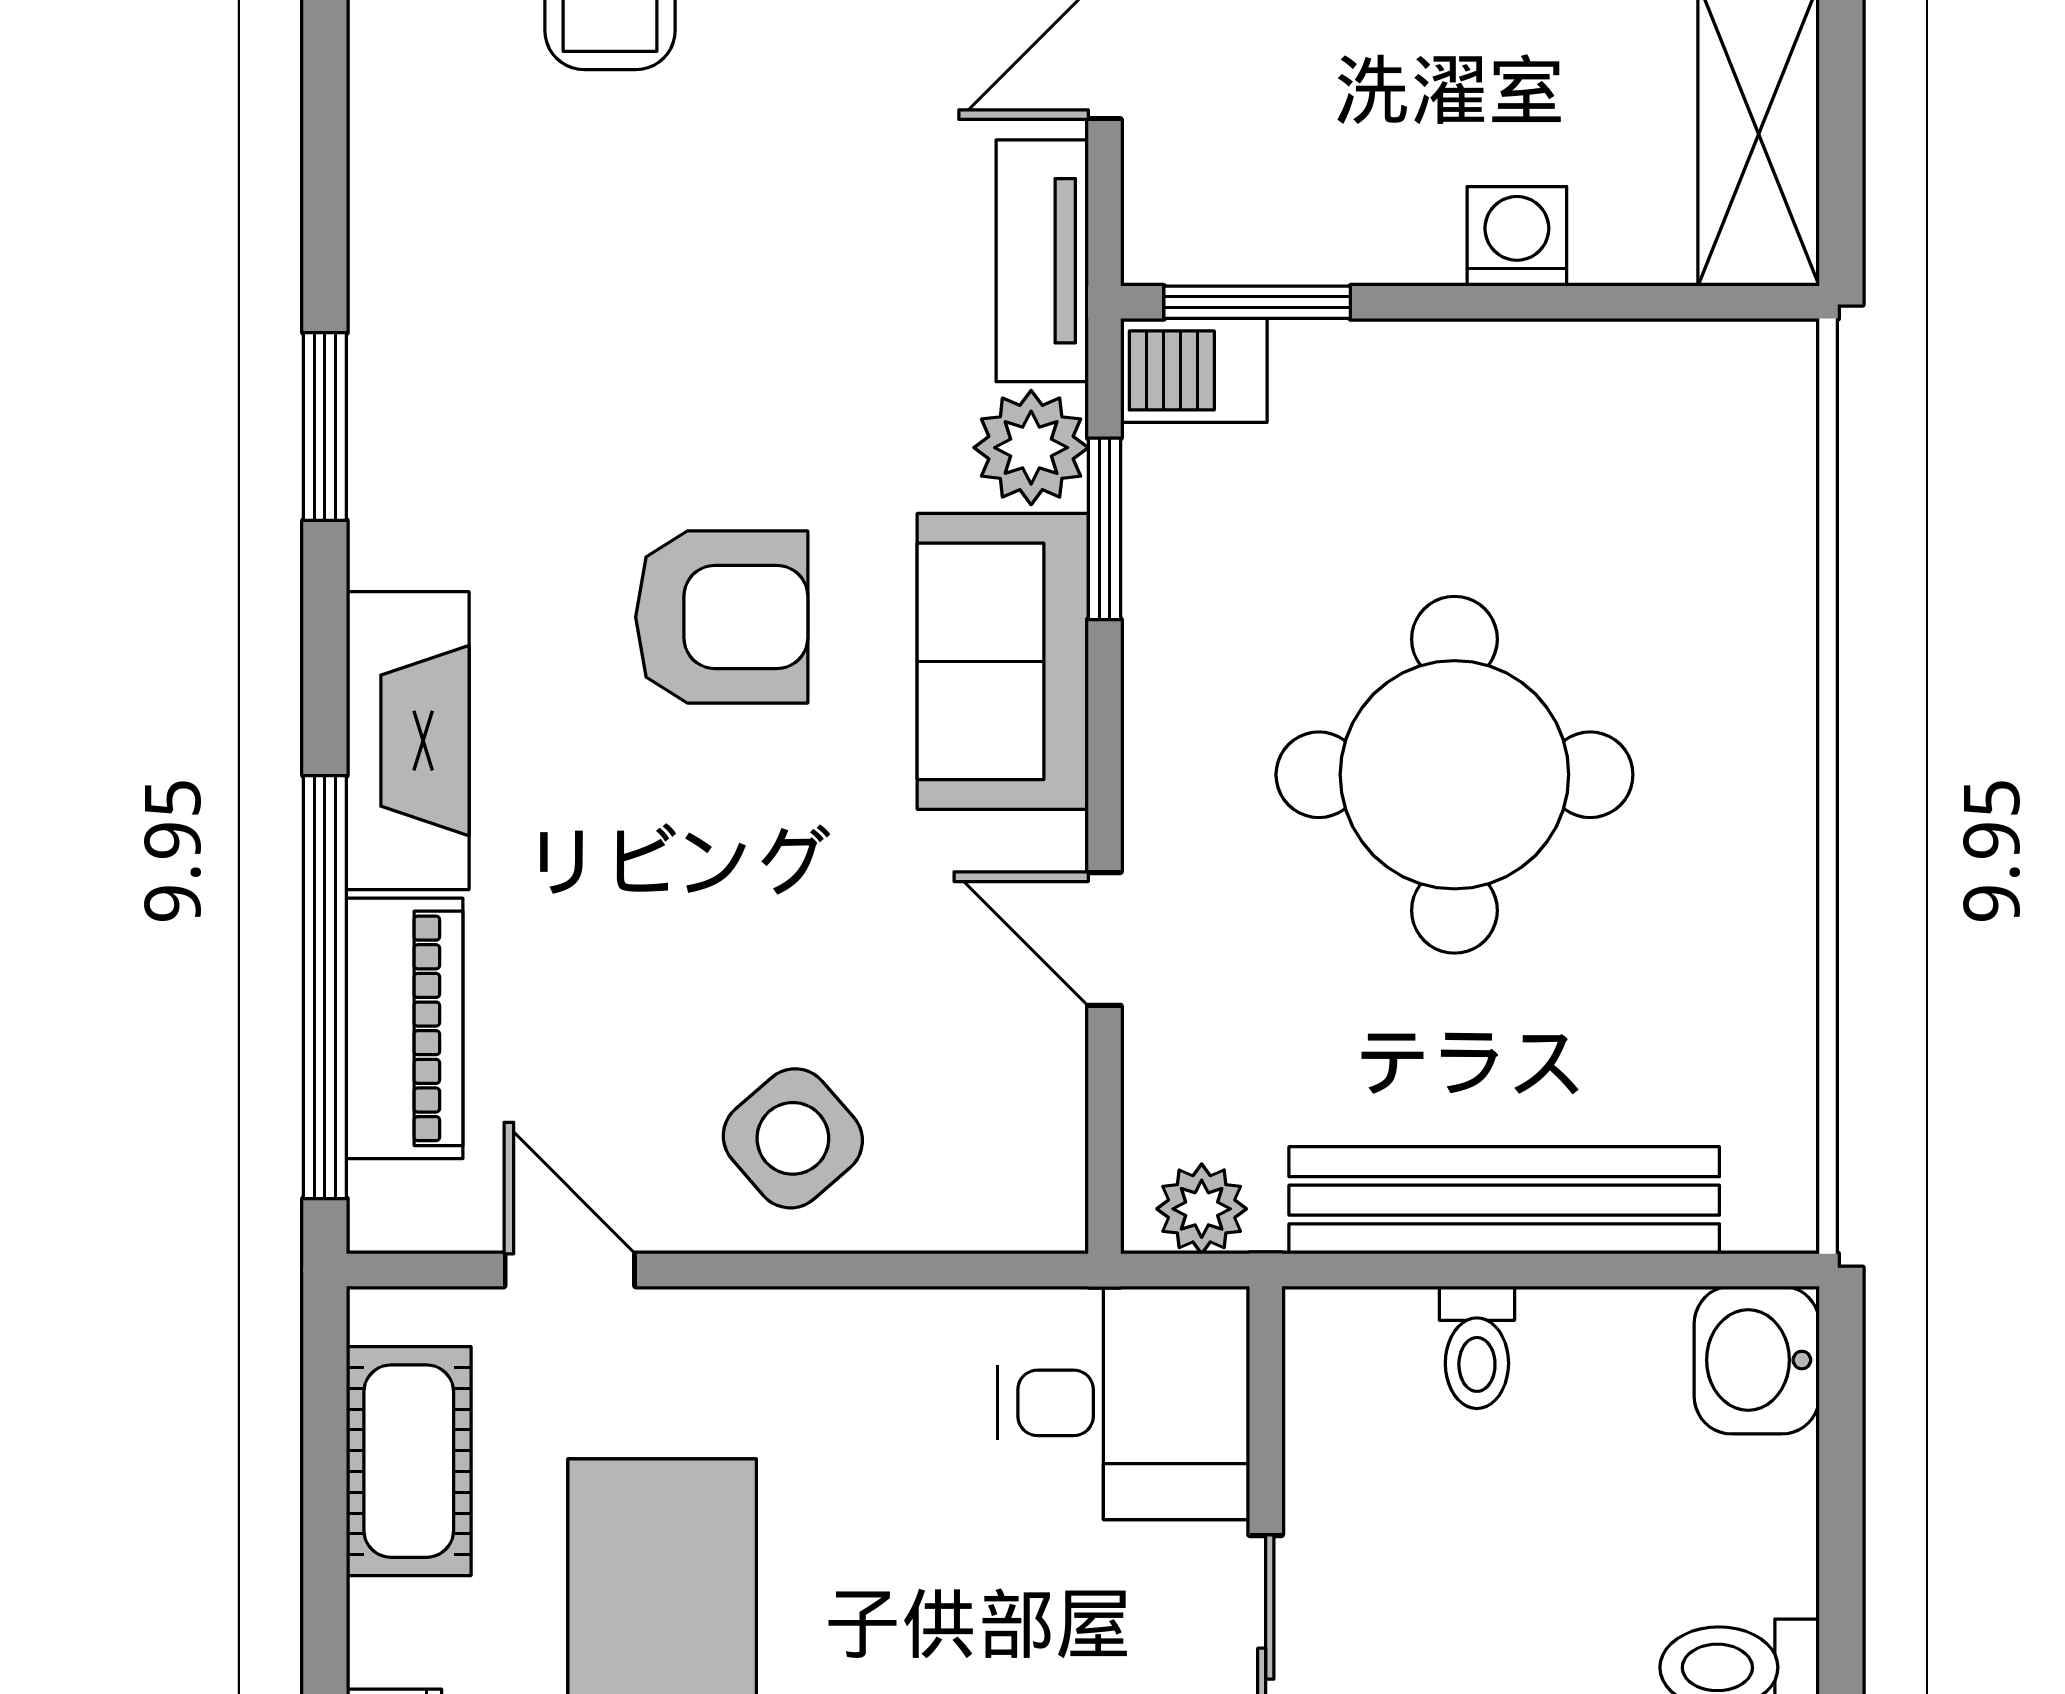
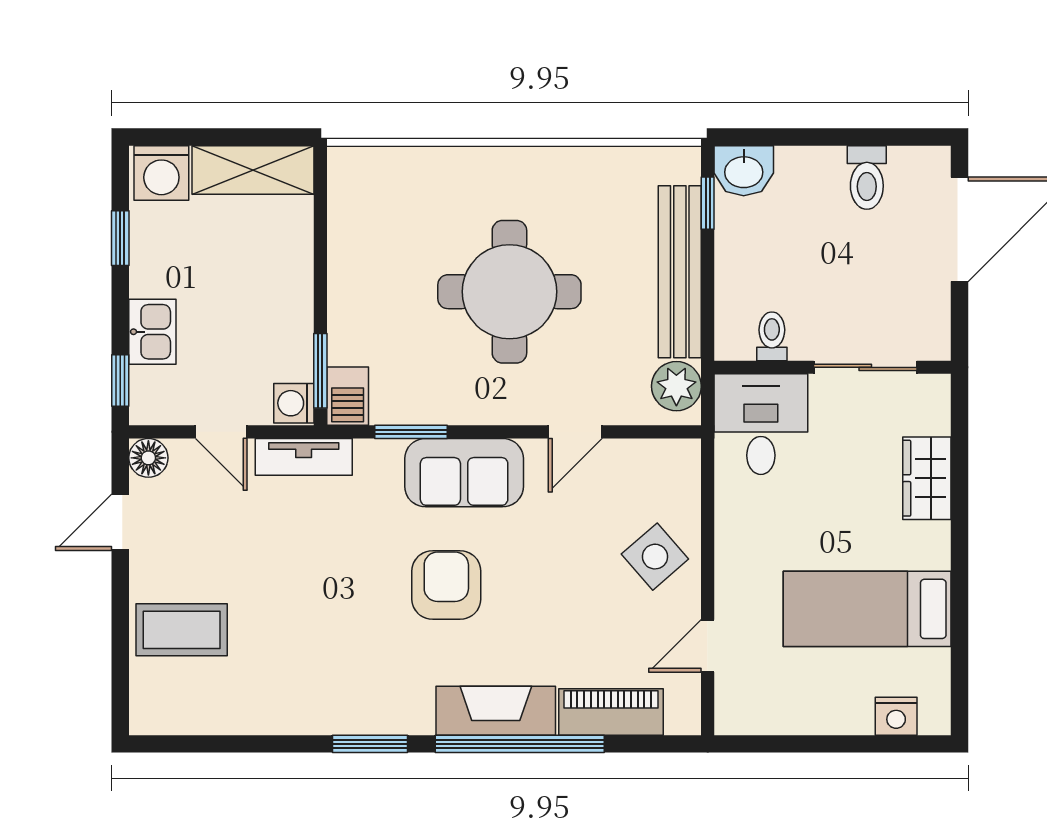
washing machine: (1517, 236) -> (294, 403), moved
plant: (1031, 448) -> (378, 461), removed
window: (325, 987) -> (520, 744), moved
plant: (1202, 1209) -> (676, 386), width x1.38, depth x1.38
window: (1676, 1270) -> (708, 203), added
toilet: (1477, 1347) -> (772, 336), moved, turned -90
cot: (409, 1461) -> (784, 710), removed

